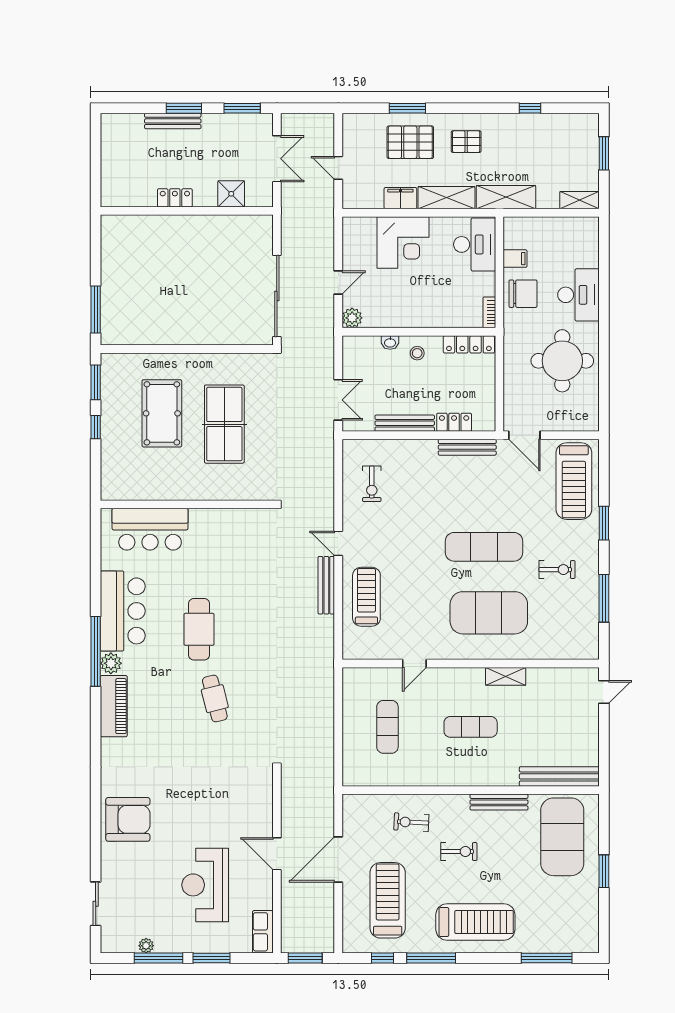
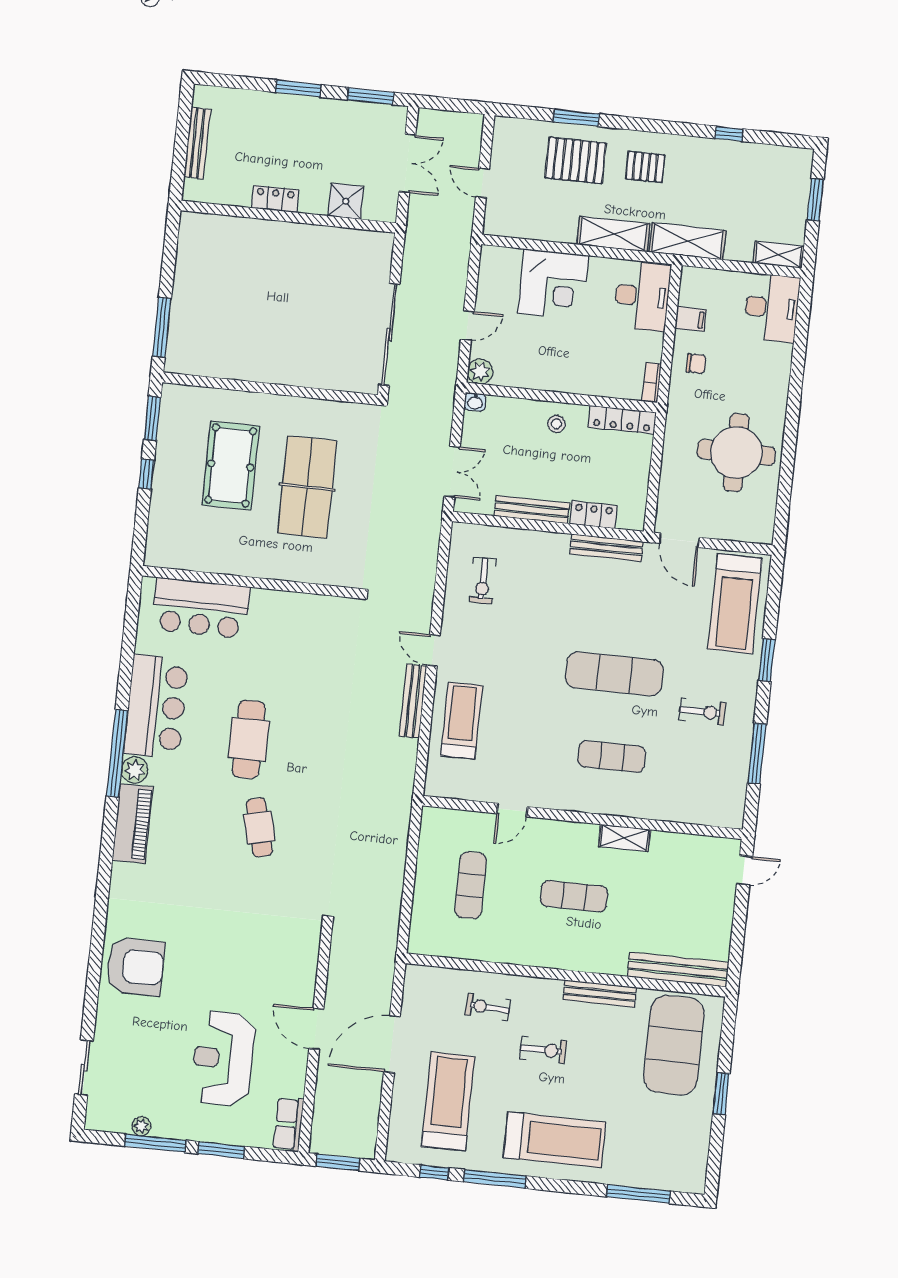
bench: (173, 121) -> (197, 143), moved, turned 90
filing cabinet: (400, 198) -> (556, 229), removed
chair: (523, 294) -> (696, 364), width x0.54, depth x0.54
desk: (578, 295) -> (772, 308), moved
washbasin: (390, 343) -> (475, 402), moved
exercise mat: (489, 613) -> (612, 757), width x0.50, depth x0.69

